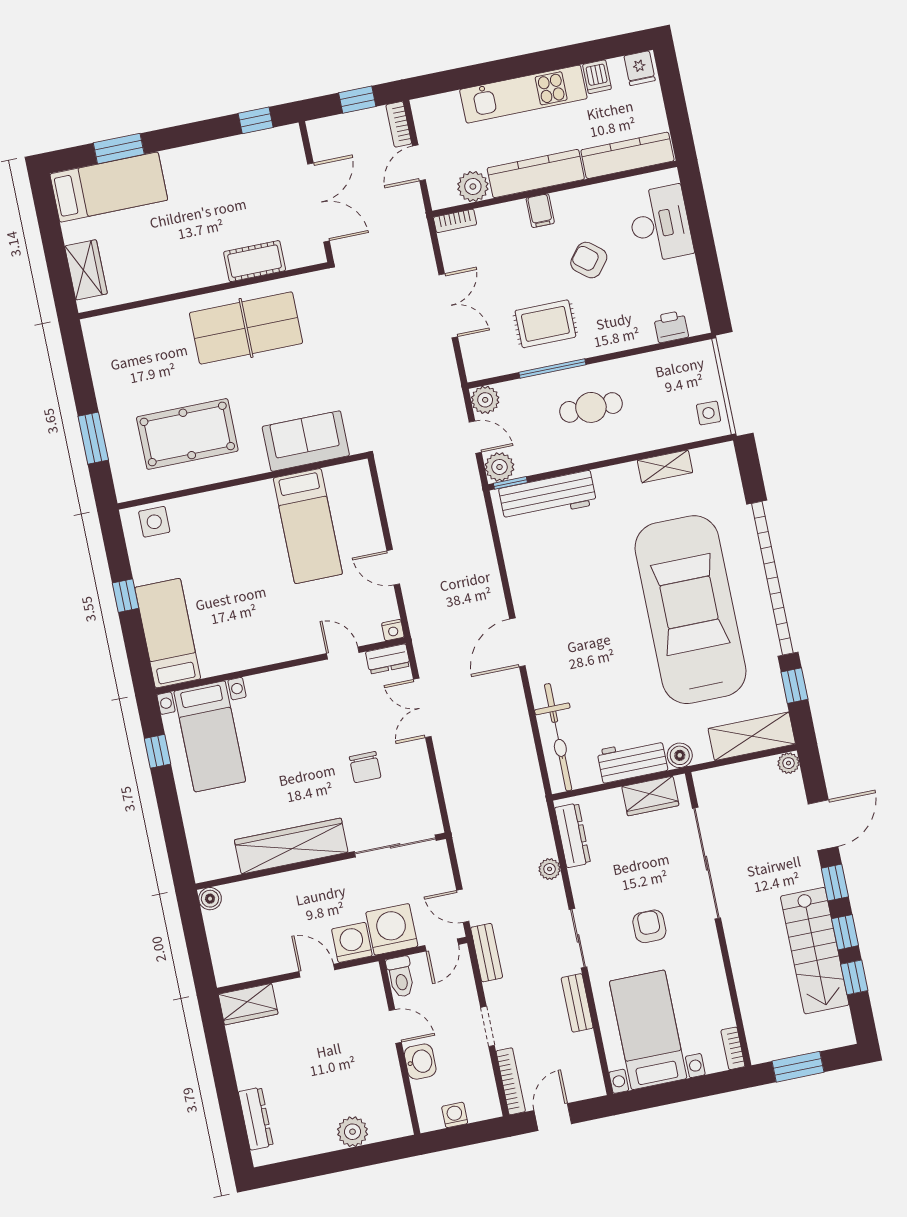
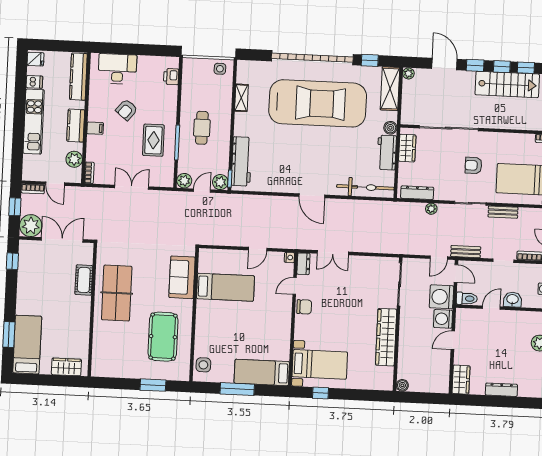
plant: (330, 138) -> (31, 226), added
kitchen counter: (536, 174) -> (76, 126), width x0.67
window: (125, 596) -> (237, 389), width x2.17
car: (690, 610) -> (318, 103), turned 180
chair: (365, 767) -> (304, 307), moved
dresser: (256, 1119) -> (501, 390), moved

